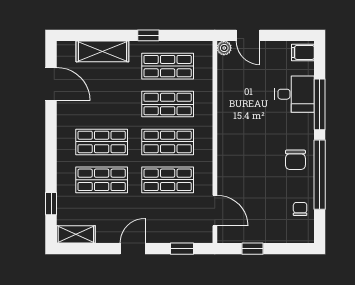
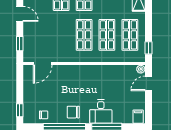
window: (148, 35) -> (148, 48), moved
desk: (295, 94) -> (101, 112), moved
shop shelf: (168, 180) -> (61, 35), removed
window: (252, 249) -> (20, 110), moved

